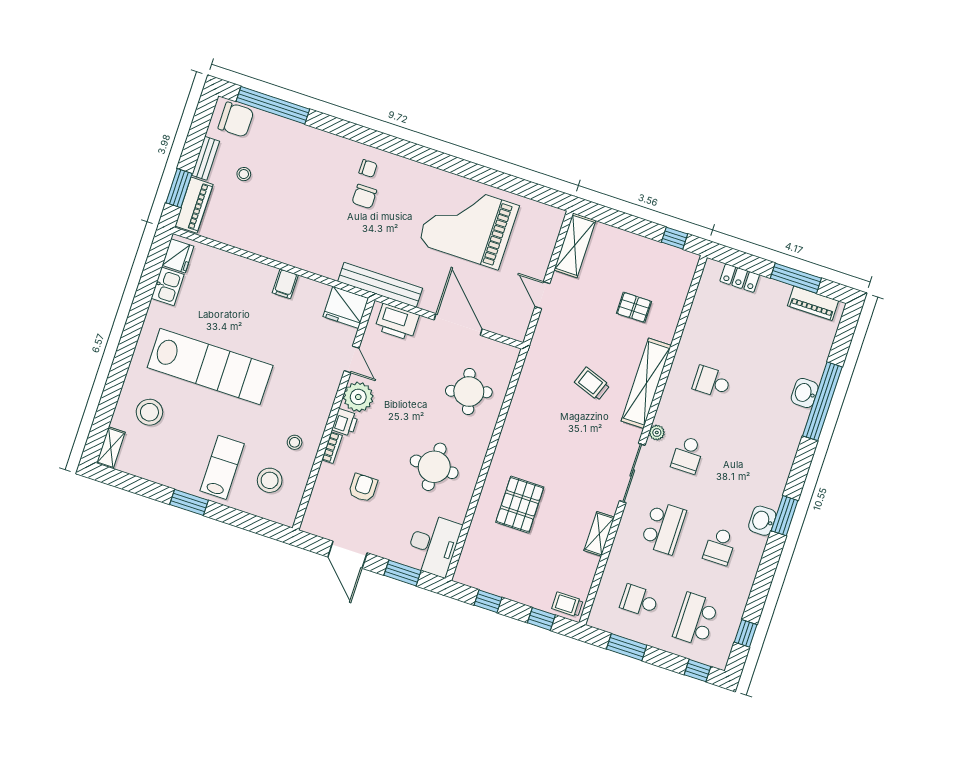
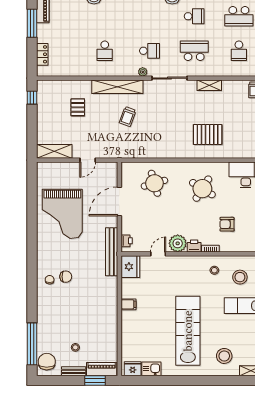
printer: (397, 322) -> (127, 241), width x0.53, depth x0.68
round table: (434, 467) -> (202, 189), turned 32

